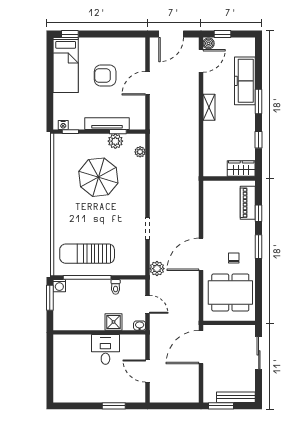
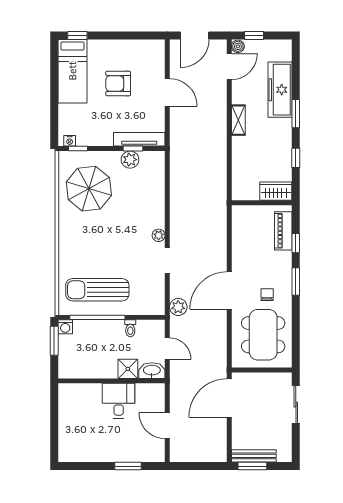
door: (148, 83) -> (167, 92), swing flipped
tv unit: (107, 124) -> (139, 139), moved
plant: (140, 152) -> (159, 235), moved
parasol: (98, 177) -> (89, 189), moved
dining table: (230, 292) -> (263, 335), turned 90
washbasin: (140, 326) -> (152, 371), width x1.91, depth x1.45
bench: (236, 397) -> (254, 456), moved

